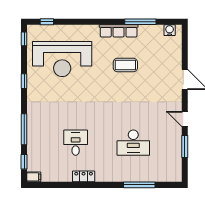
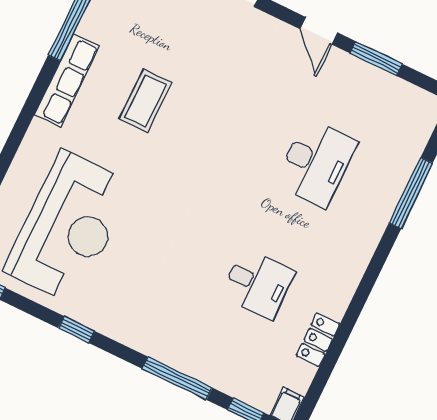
door: (185, 119) -> (319, 31), hinge flipped
desk: (76, 143) -> (258, 284), turned 180
locker: (84, 176) -> (318, 340), moved

